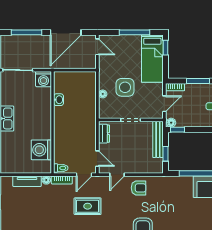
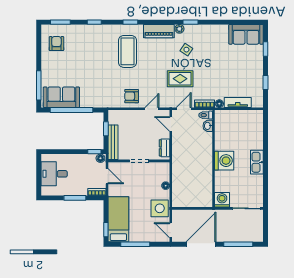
side table: (125, 87) -> (160, 208), moved
washbasin: (59, 100) -> (208, 126), moved
door: (164, 104) -> (107, 176), swing flipped
washing machine: (41, 150) -> (224, 161), moved

